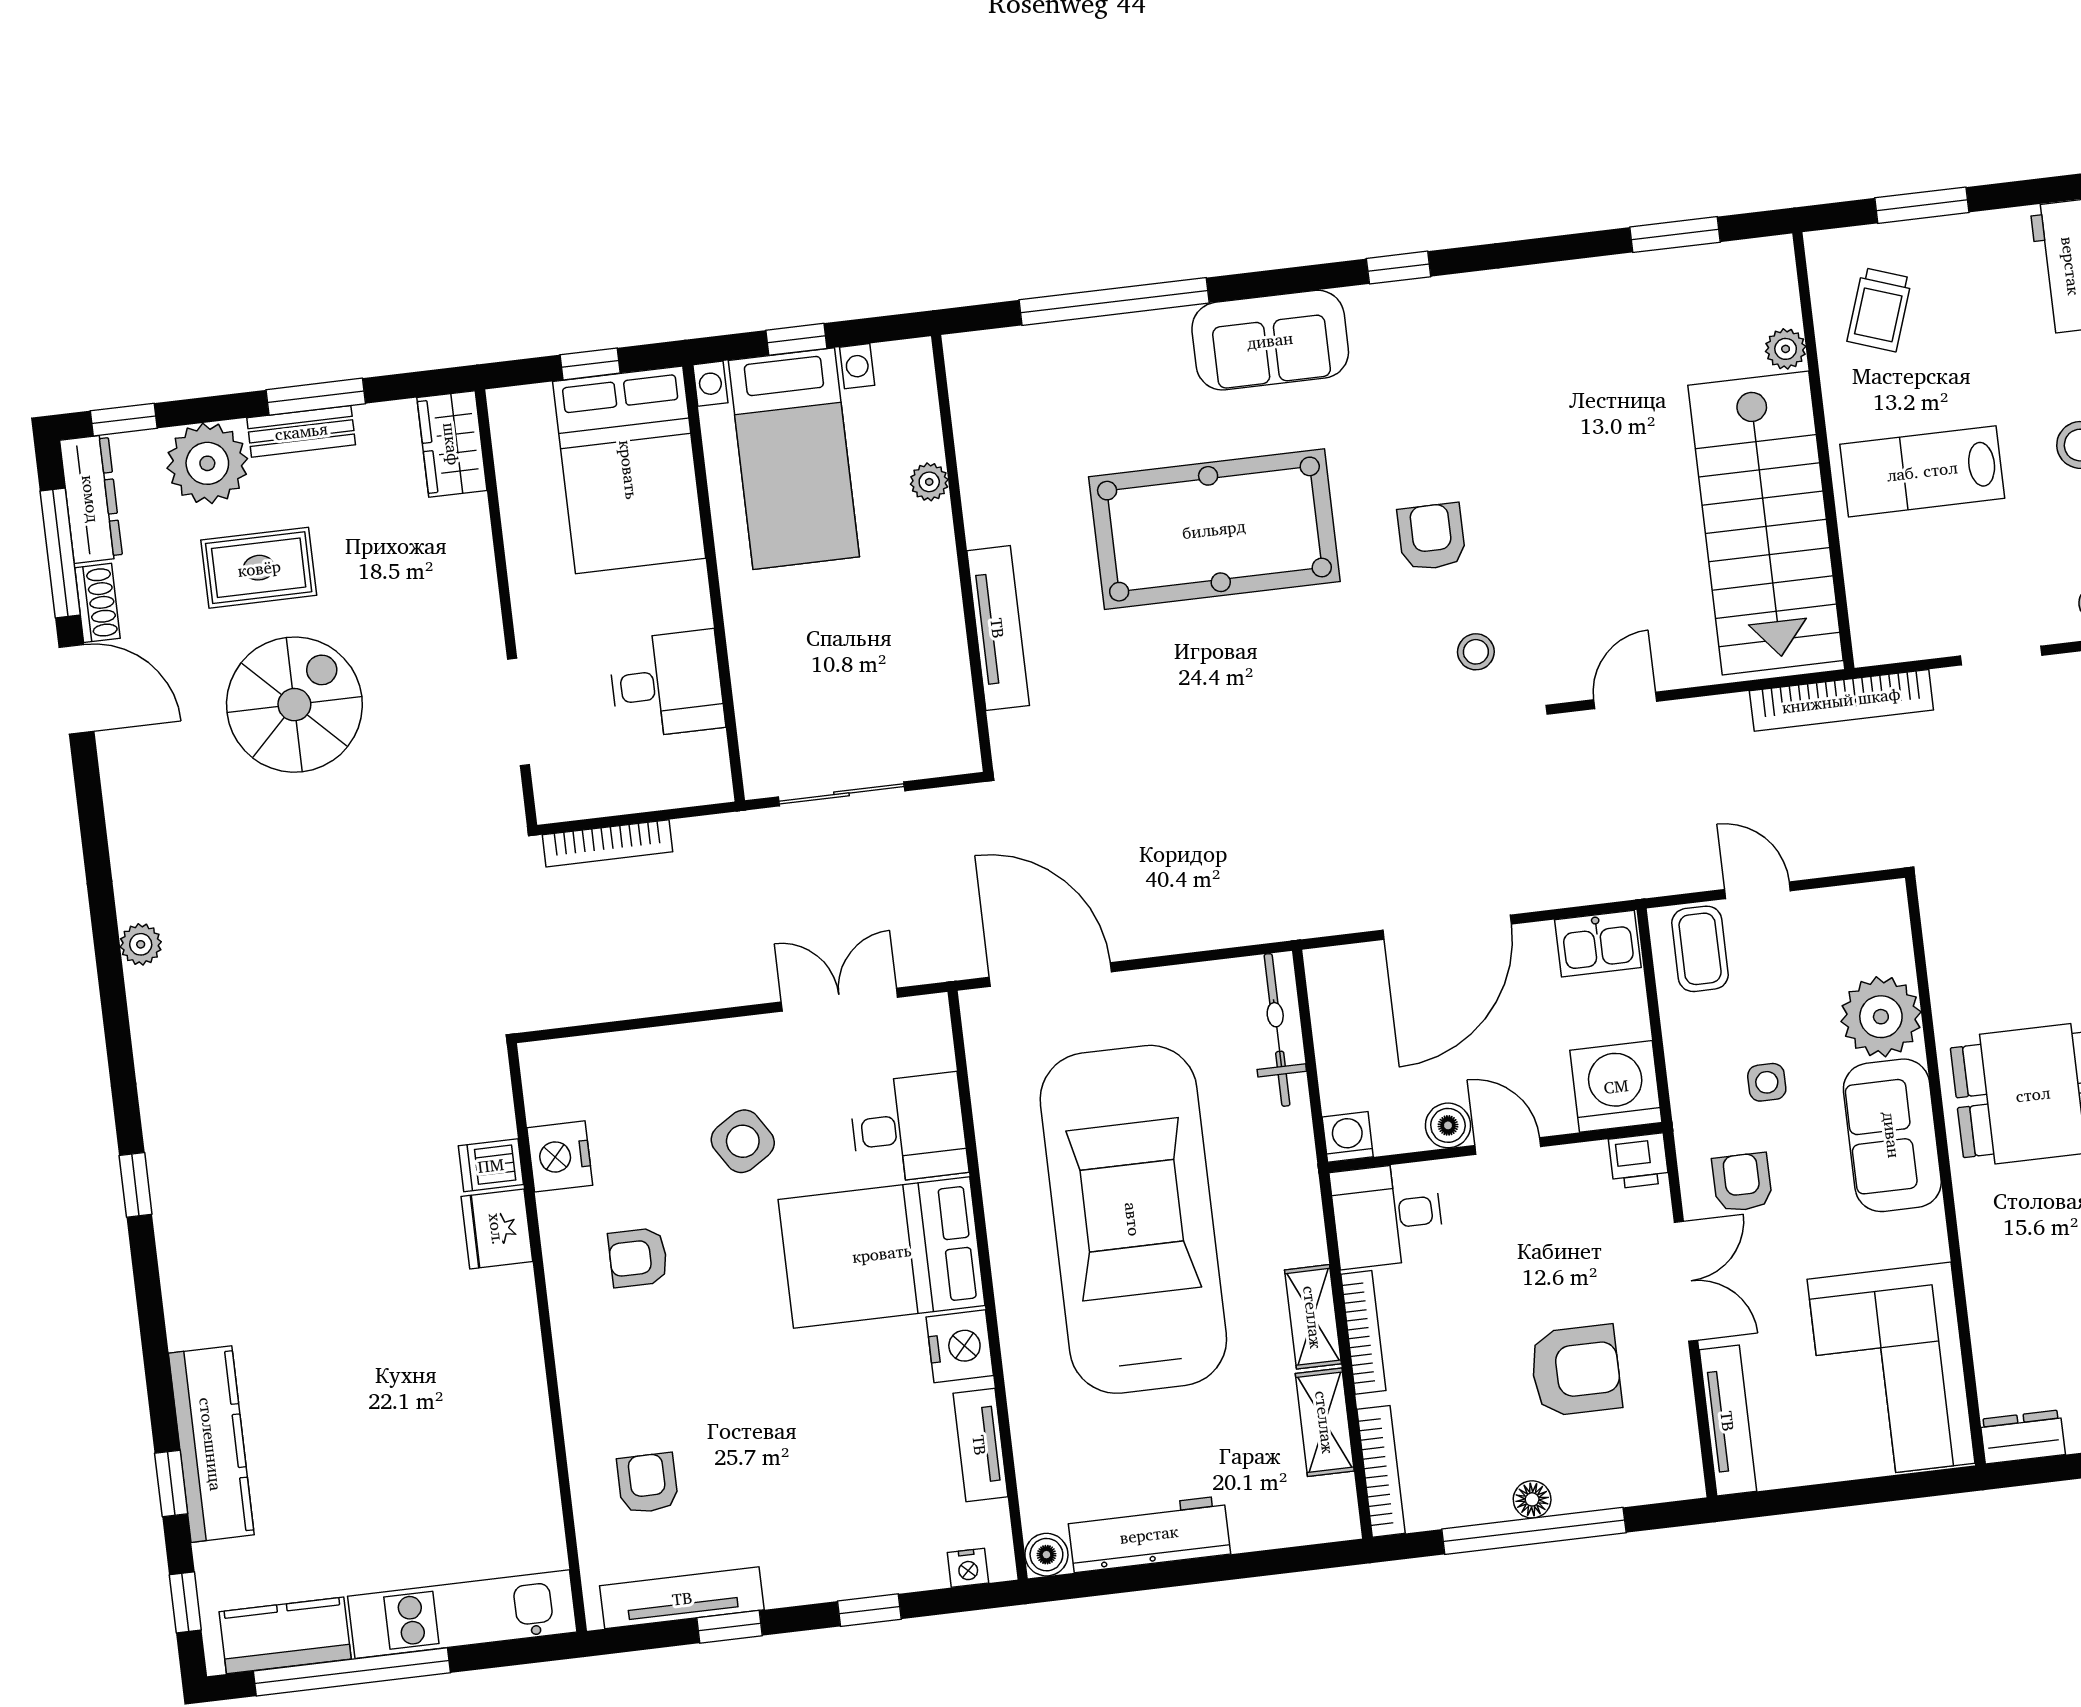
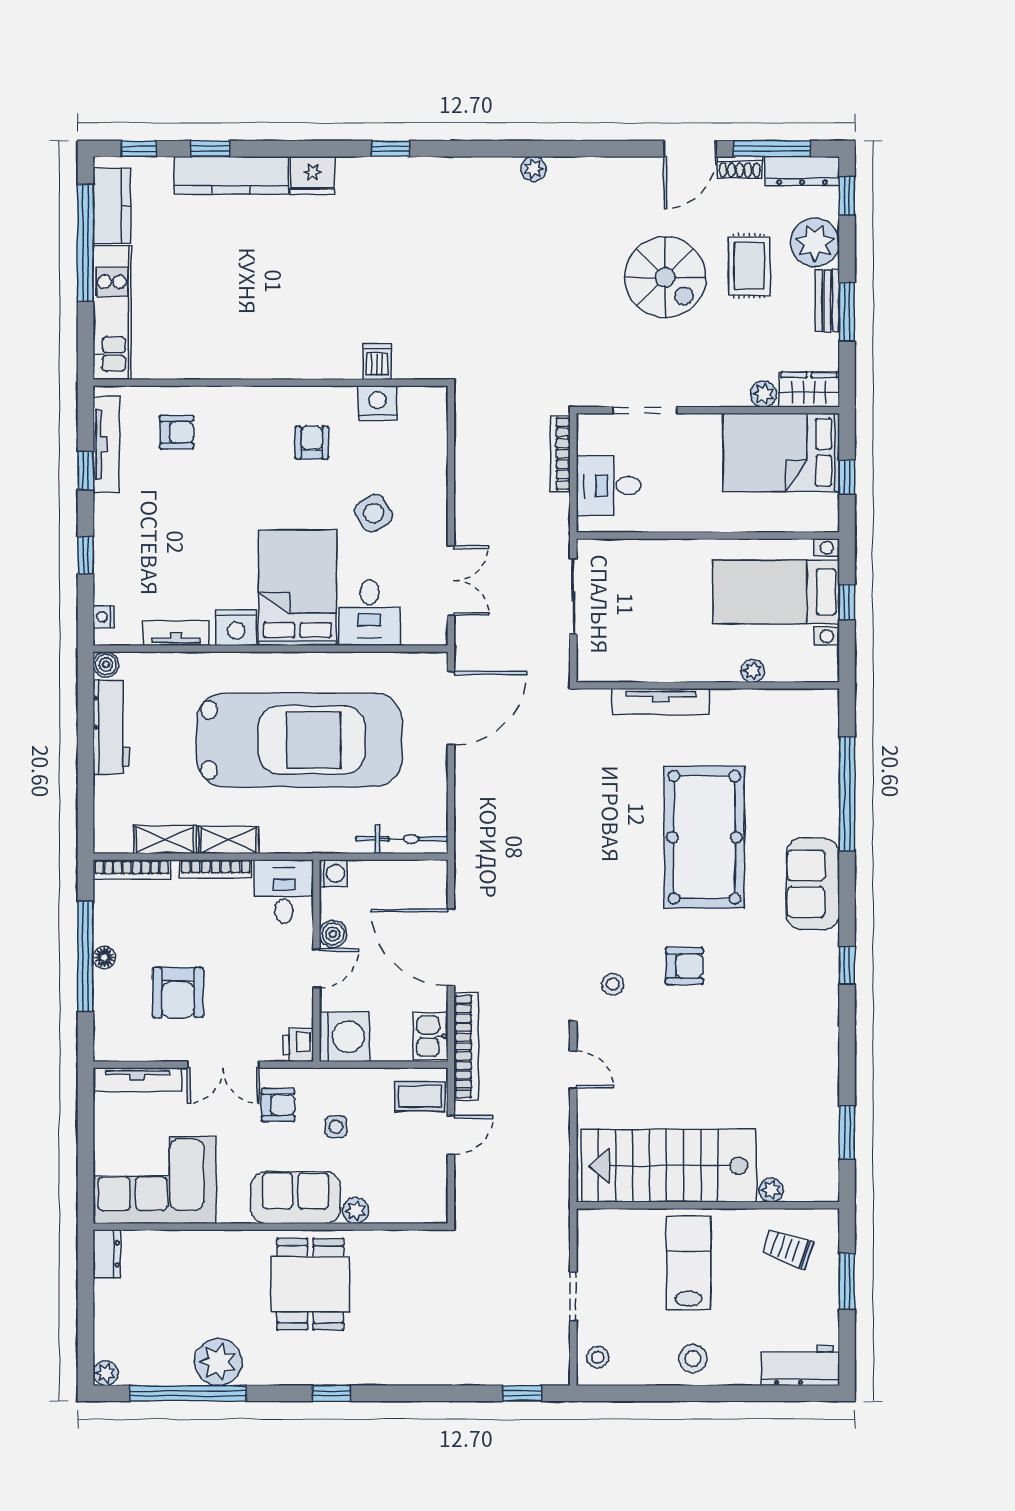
bed: (629, 470) -> (781, 452), moved
plant: (468, 519) -> (764, 394), added
desk: (667, 684) -> (609, 486), moved, turned 90
bookcase: (1841, 700) -> (466, 1047), moved, turned 180
plant: (1881, 1017) -> (356, 1211), width x0.53, depth x0.53
fridge: (497, 1229) -> (313, 175), moved, turned 180

